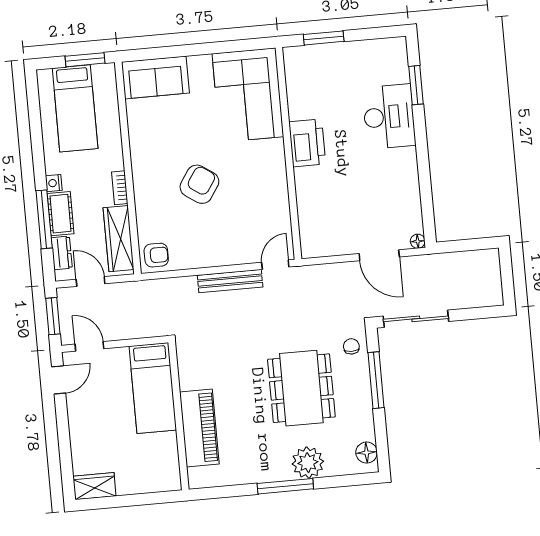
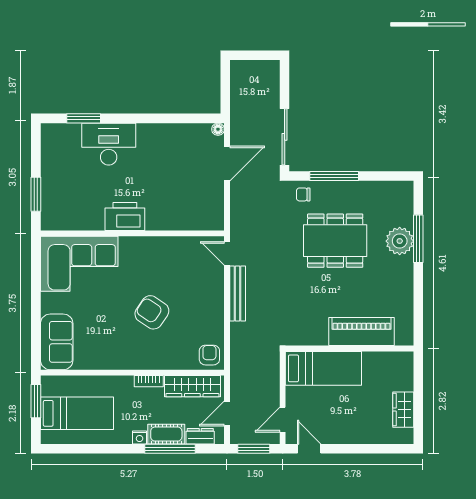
floor lamp: (367, 453) -> (396, 190), removed
wardrobe: (94, 486) -> (403, 410), moved
window: (285, 486) -> (418, 239), moved

